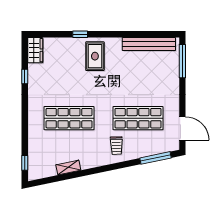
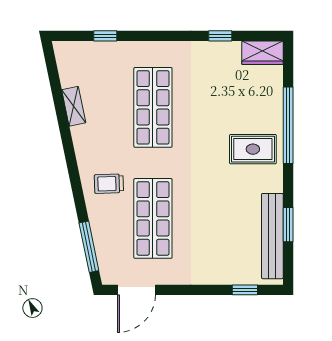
window: (80, 34) -> (288, 125), width x3.17
window: (142, 34) -> (288, 225), added
window: (182, 61) -> (245, 290), width x0.46
window: (25, 163) -> (105, 36), moved

